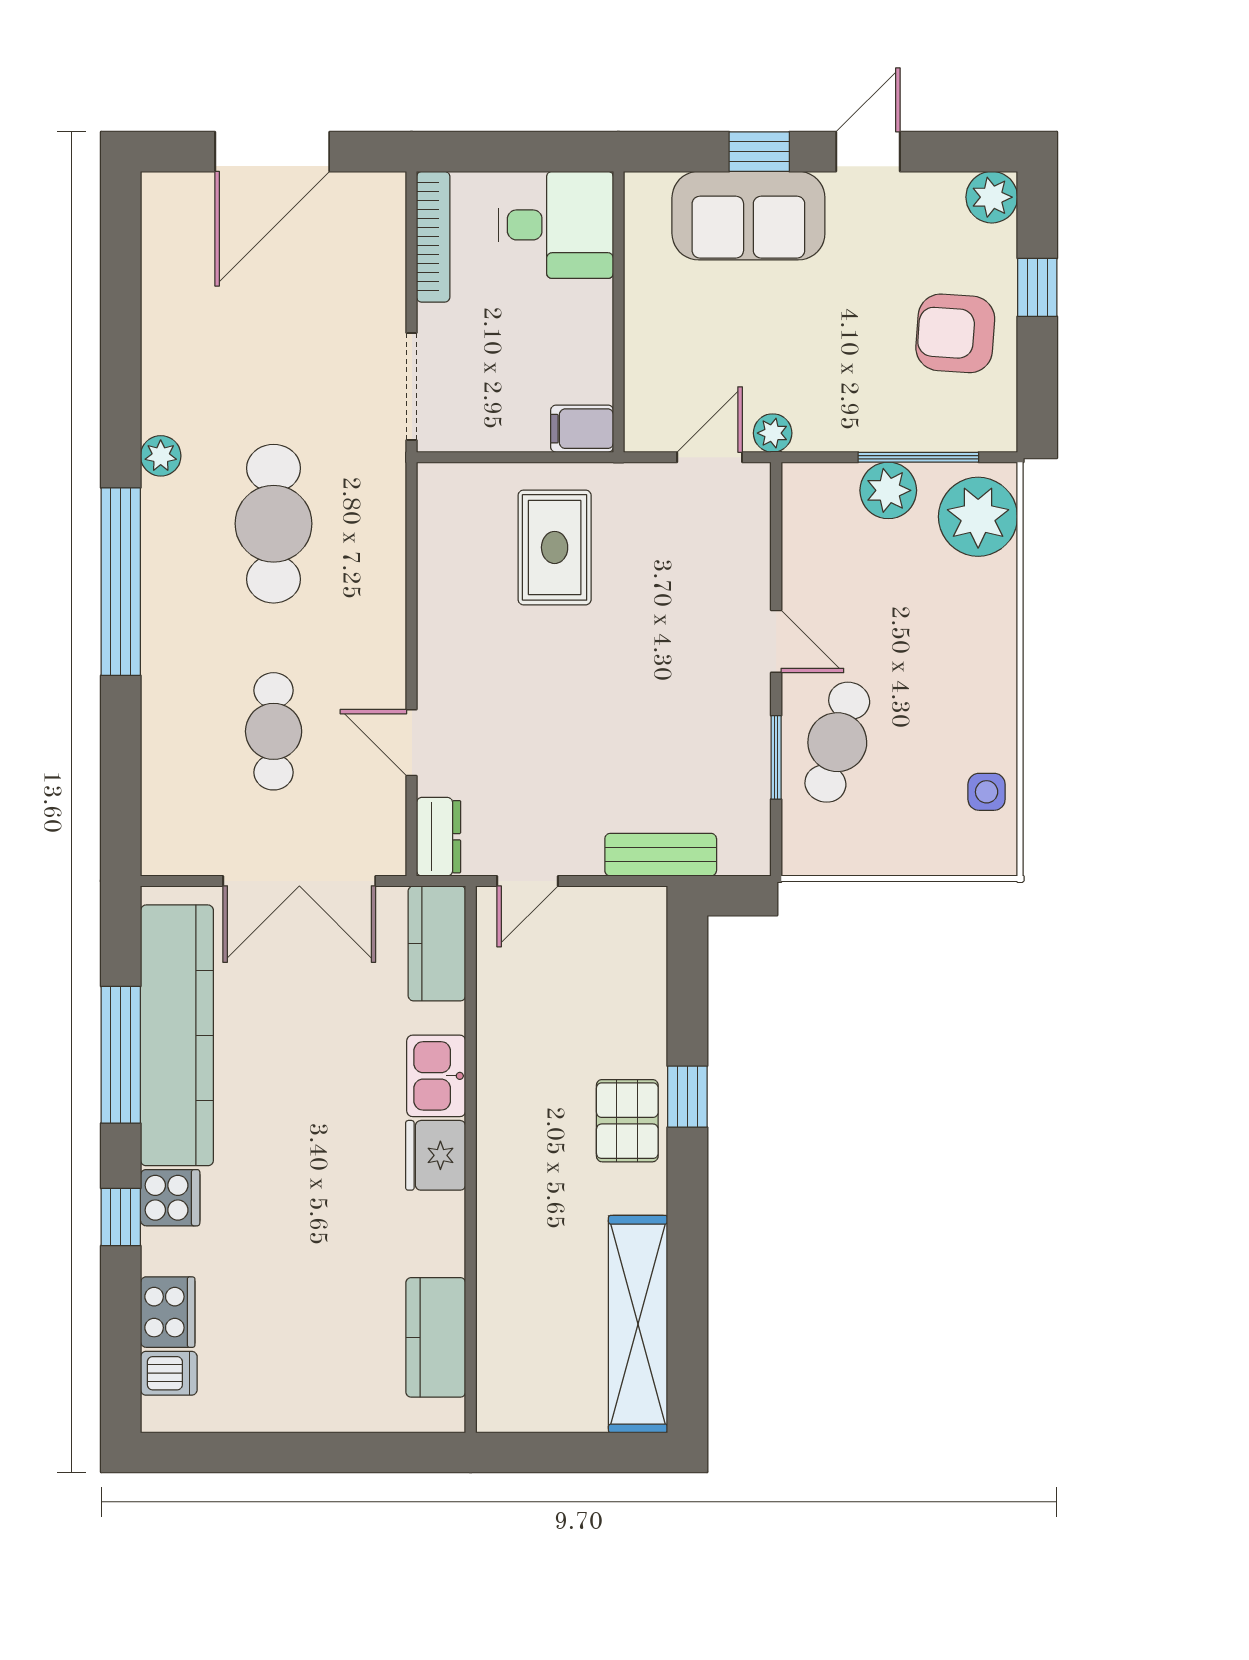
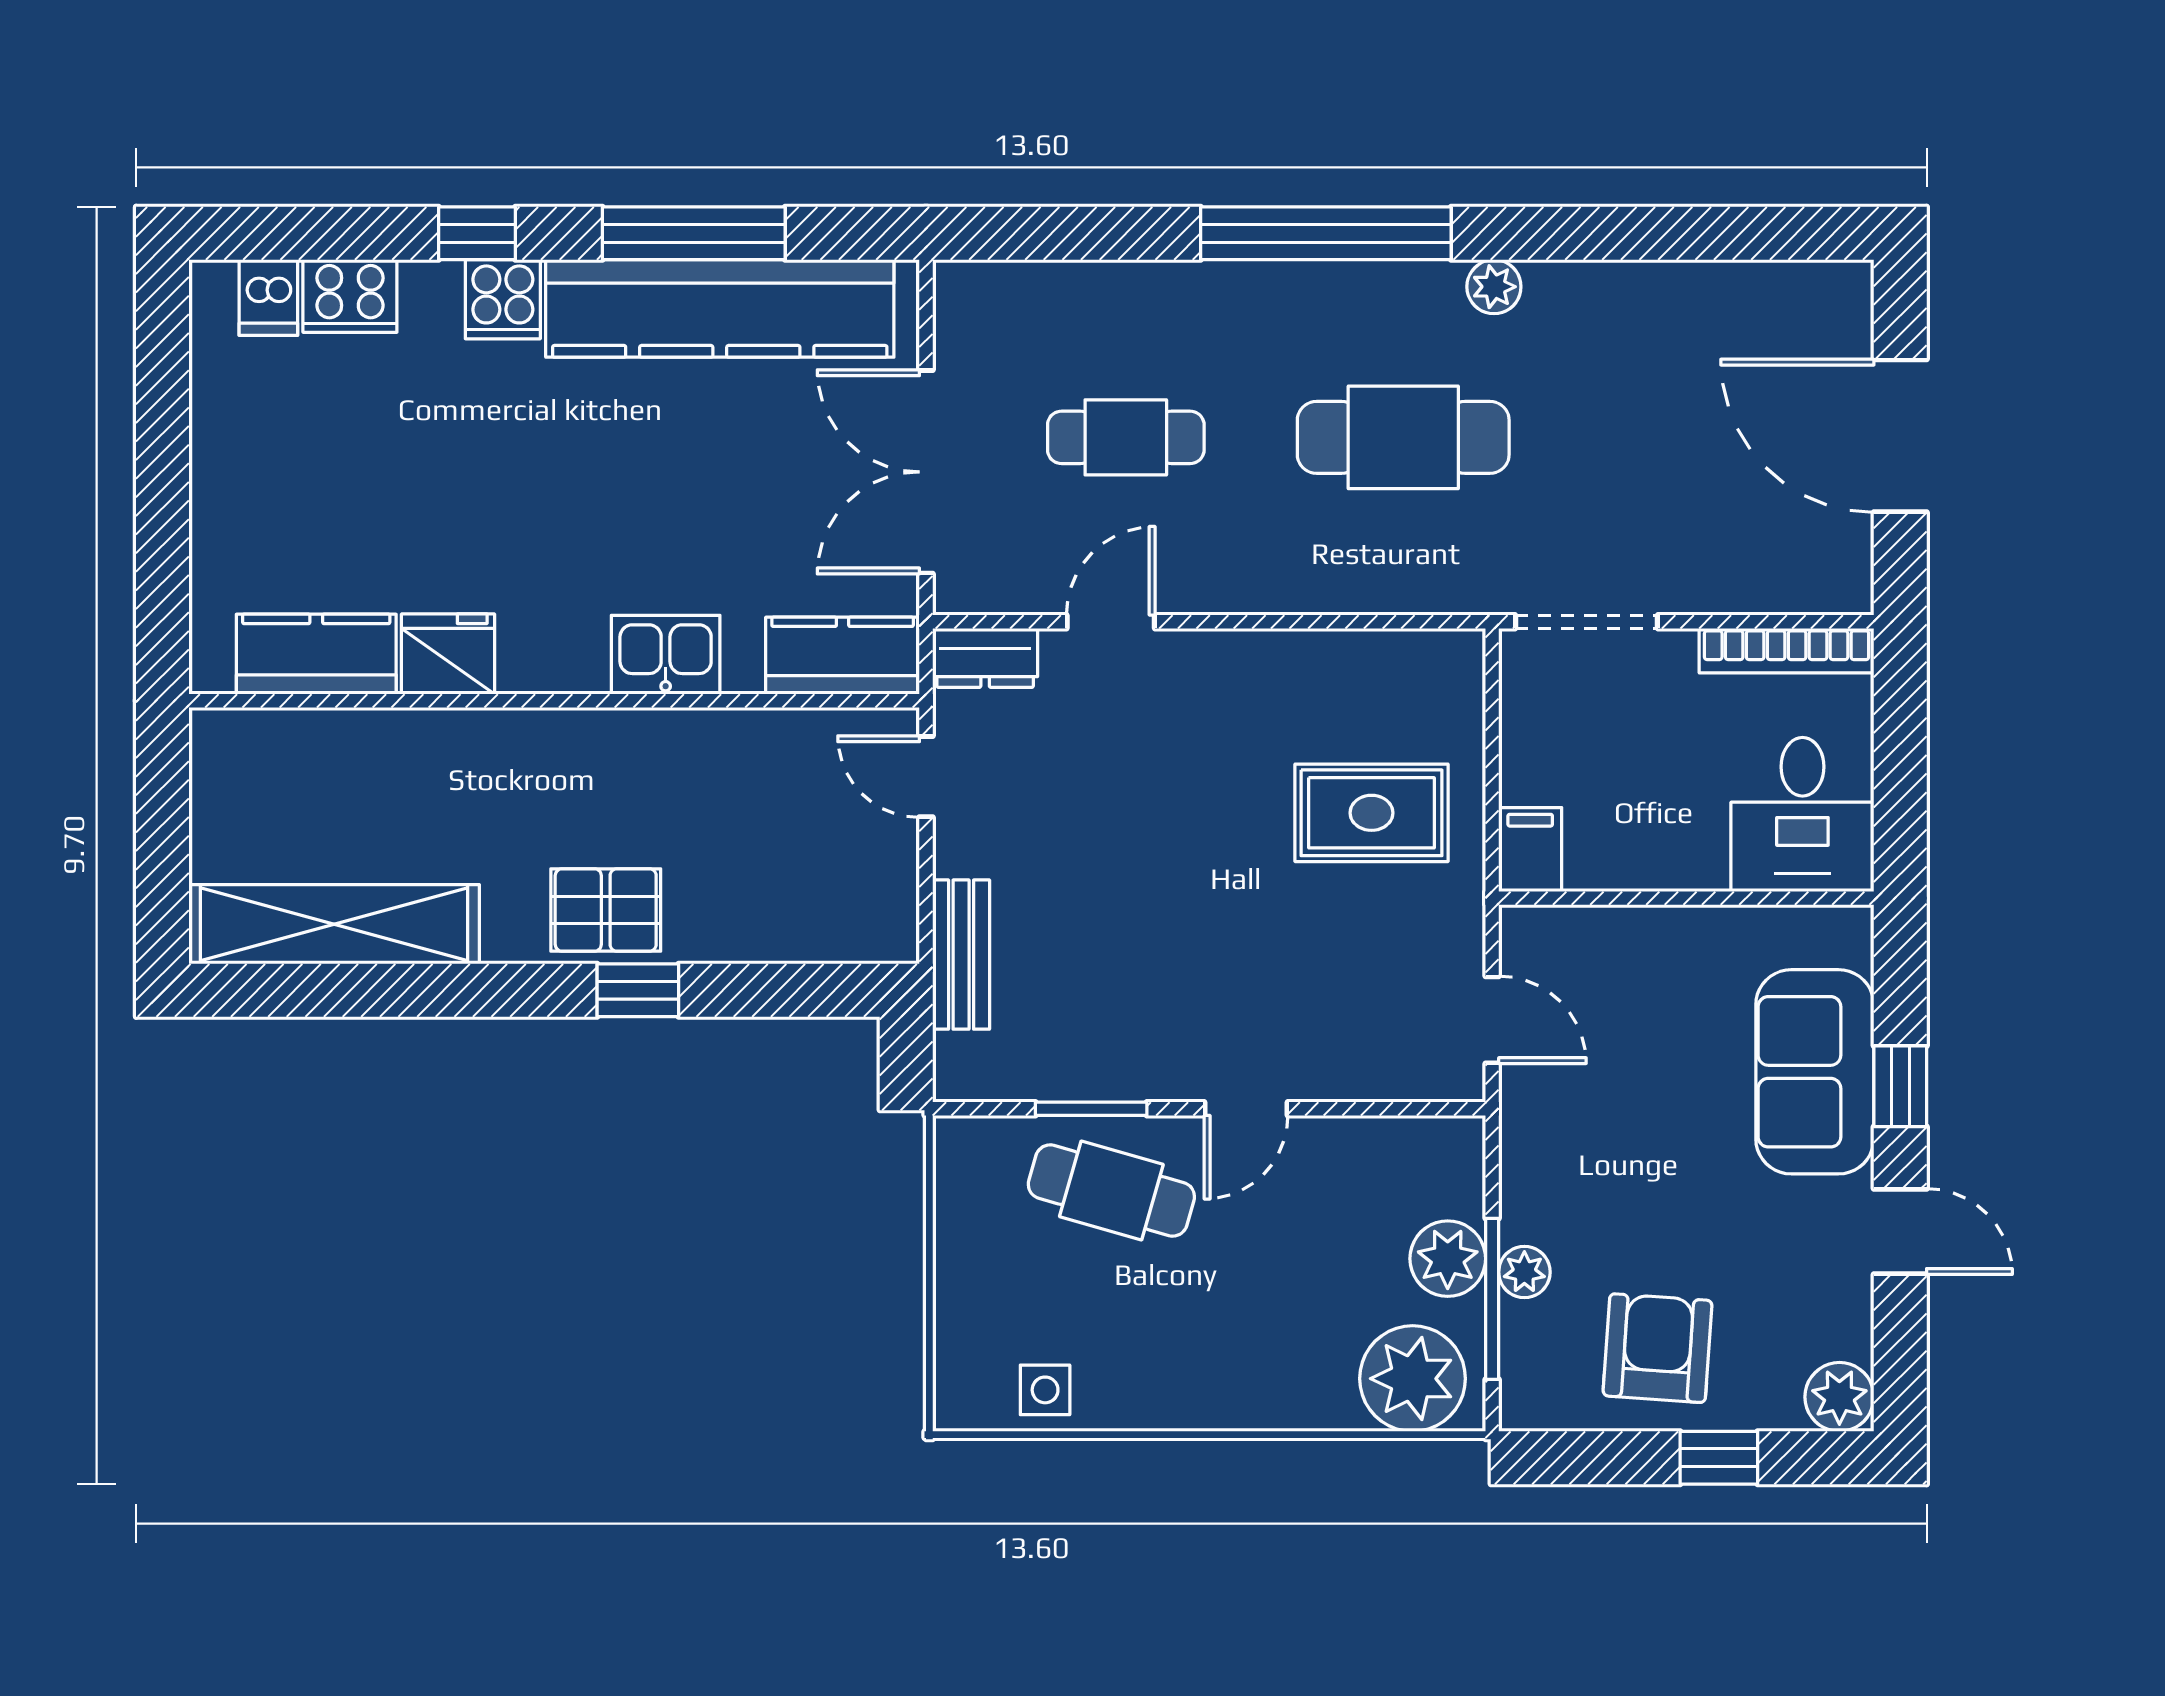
plant: (773, 433) -> (1524, 1272), moved
fridge: (436, 1155) -> (448, 654), moved

